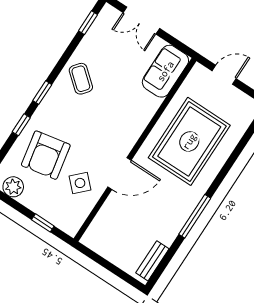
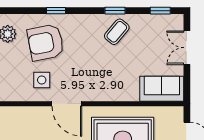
window: (42, 93) -> (115, 11), moved
side table: (80, 183) -> (42, 80), turned 45

